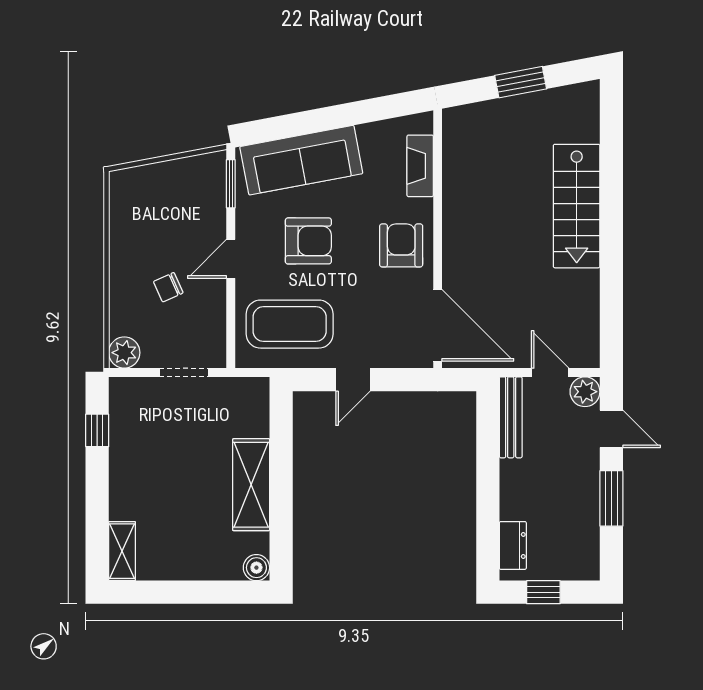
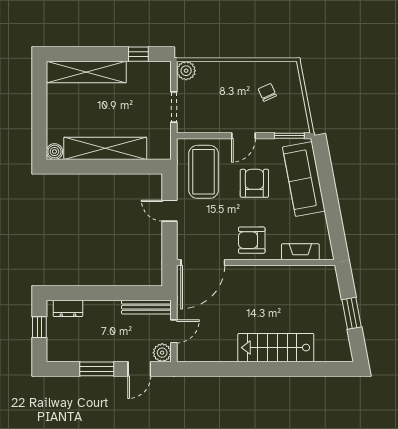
armchair: (308, 241) -> (254, 183), turned 180
armchair: (401, 245) -> (252, 240), turned 180
door: (231, 259) -> (243, 136), swing flipped
chair: (168, 287) -> (267, 92), moved
shelving: (251, 485) -> (105, 148), width x1.47
shelving: (122, 551) -> (86, 72), width x2.20, depth x1.33

